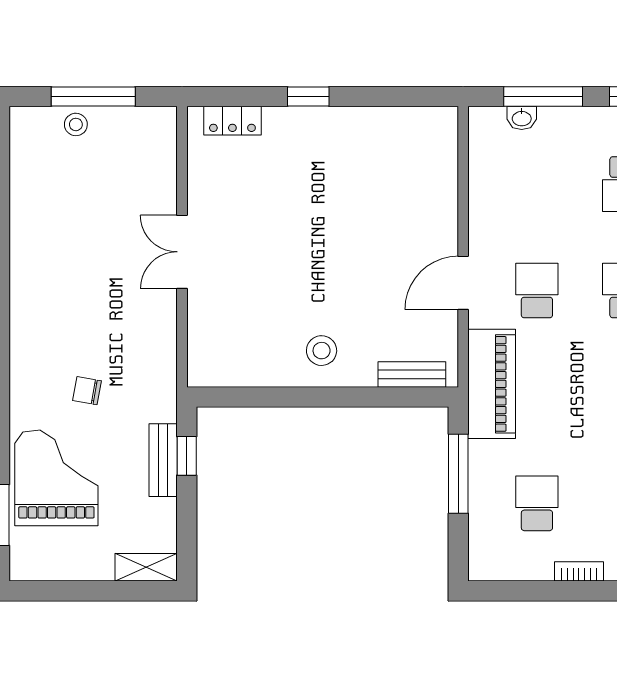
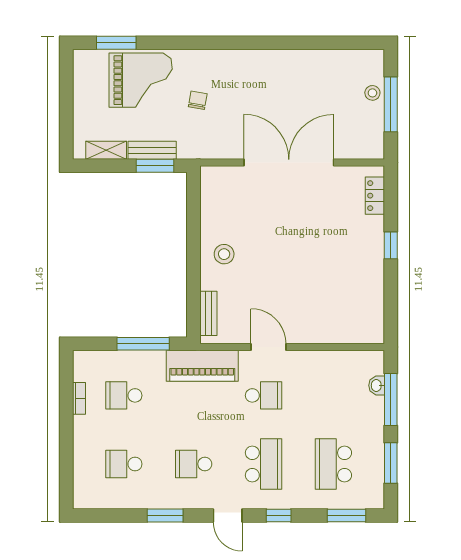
double door: (182, 252) -> (289, 163), width x1.87
window: (187, 456) -> (155, 166), width x1.50
school desk: (537, 503) -> (124, 395), turned 180
shelving: (146, 567) -> (106, 150), moved, turned 90
bookcase: (579, 571) -> (79, 398), moved

